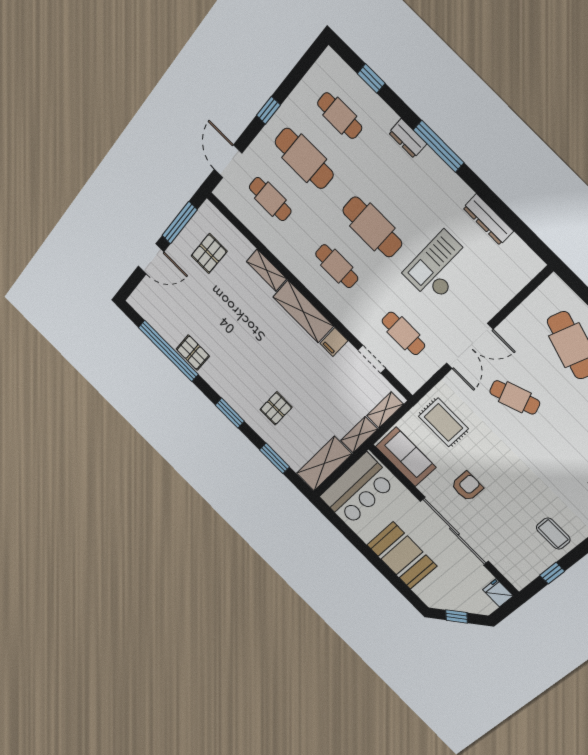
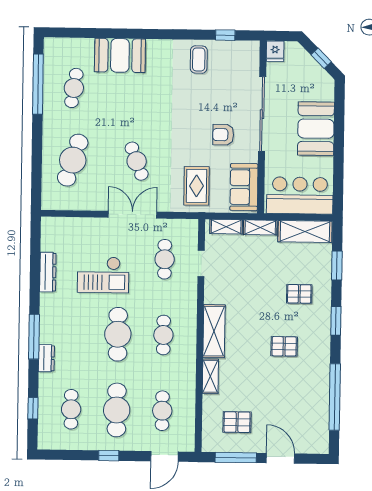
filing cabinet: (334, 342) -> (214, 296), removed
pallet: (193, 353) -> (284, 346), moved, turned 90

